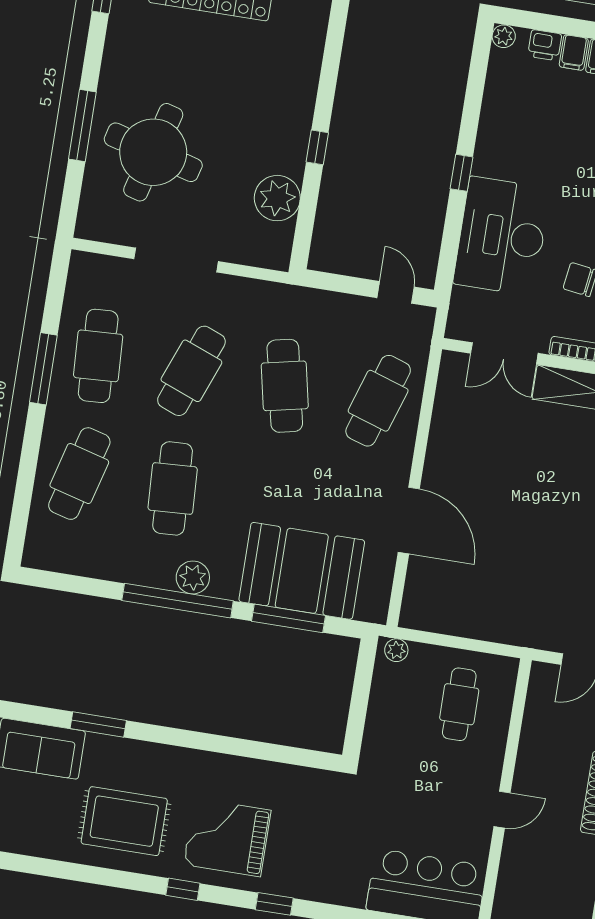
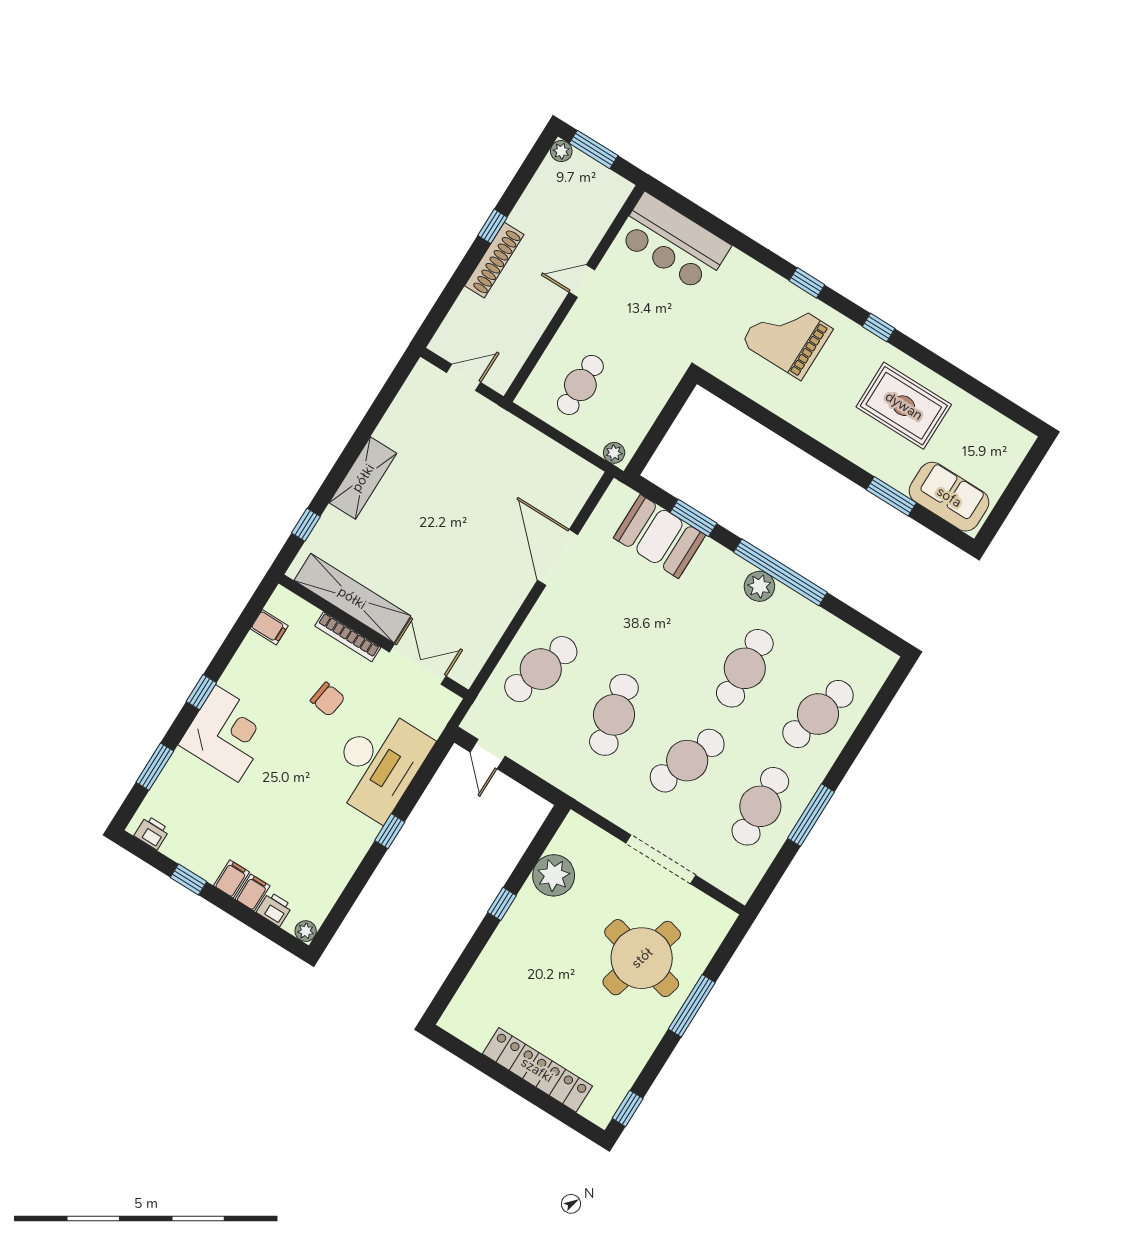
booth: (302, 571) -> (659, 536), width x0.73, depth x0.70
window: (289, 618) -> (693, 518), width x0.69
grand piano: (227, 837) -> (787, 336), moved, turned 180

